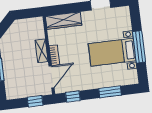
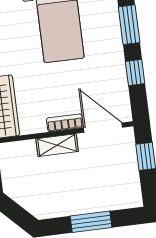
window: (73, 96) -> (135, 72), moved

